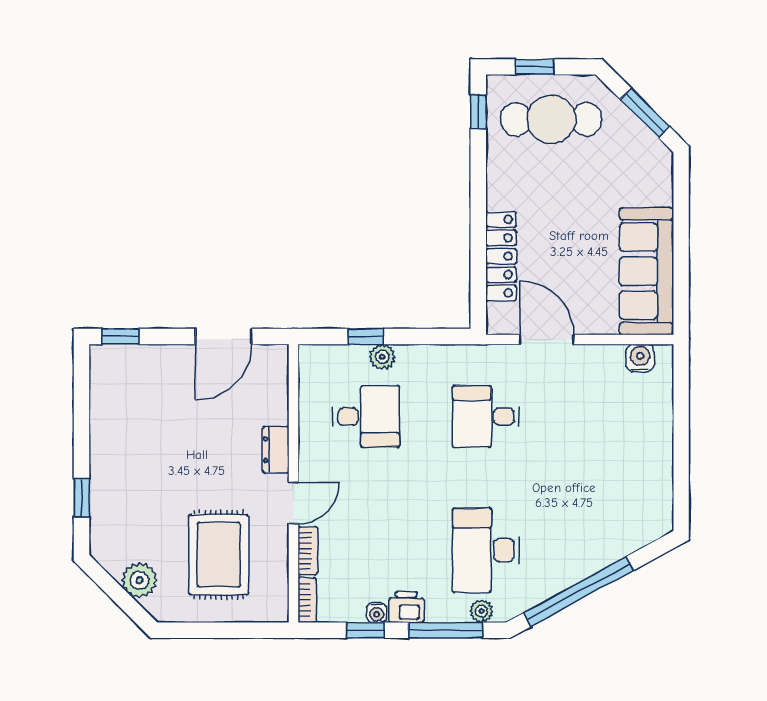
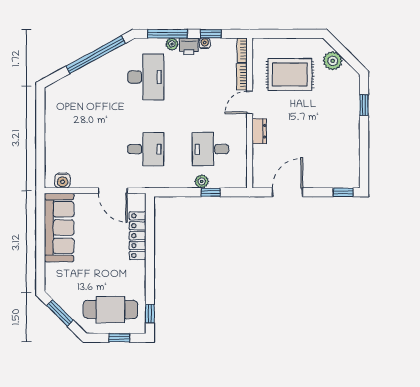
rug: (219, 555) -> (290, 75), turned 90
plant: (481, 611) -> (172, 44), moved

